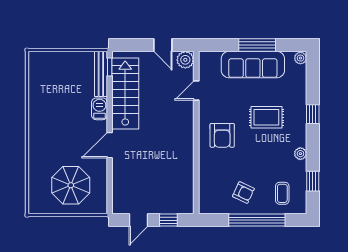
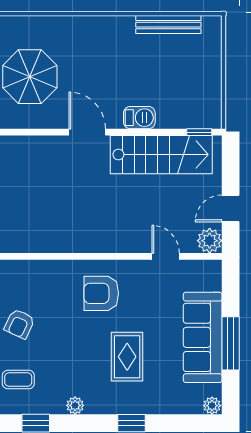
bench: (101, 74) -> (168, 25), moved

